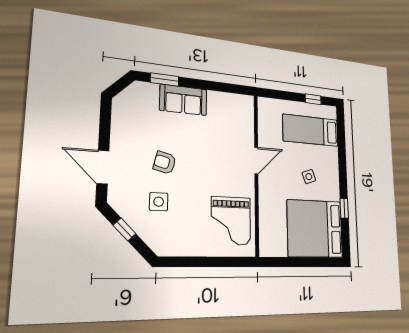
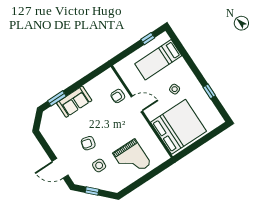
armchair: (240, 134) -> (118, 96), added
door: (256, 160) -> (137, 104), hinge flipped
grand piano: (231, 221) -> (132, 158), moved
bed: (315, 229) -> (178, 127), moved, turned 180

